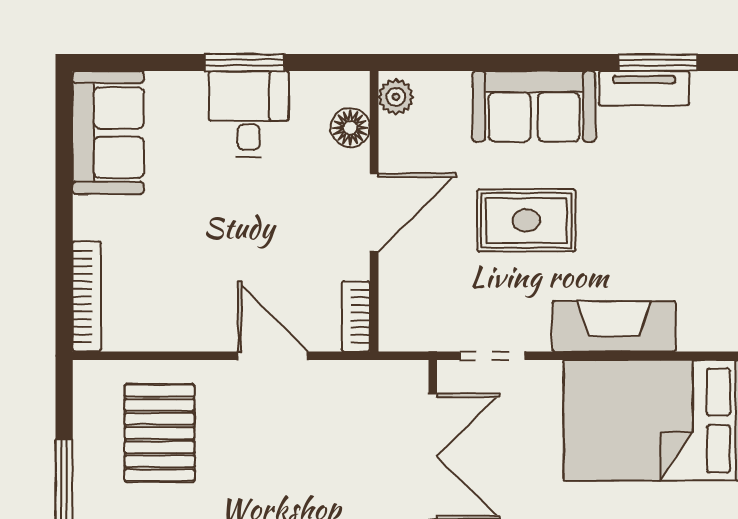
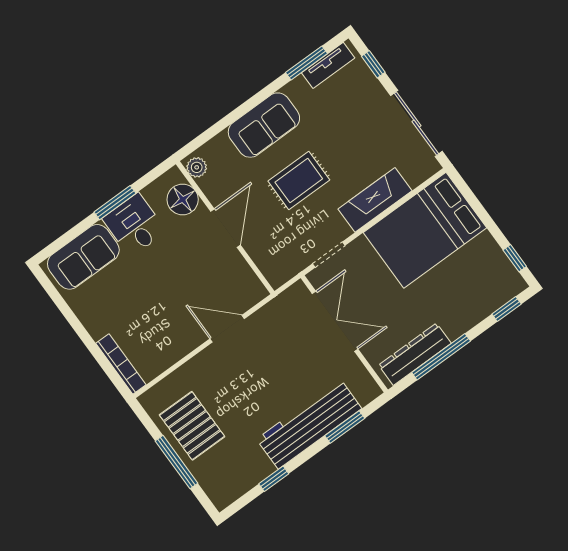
tv unit: (644, 88) -> (328, 65), moved
floor lamp: (350, 128) -> (183, 199), width x1.38, depth x1.38
sofa: (108, 133) -> (83, 257), moved, turned 90
bookcase: (356, 316) -> (252, 282), removed
pallet: (160, 433) -> (192, 426), moved

